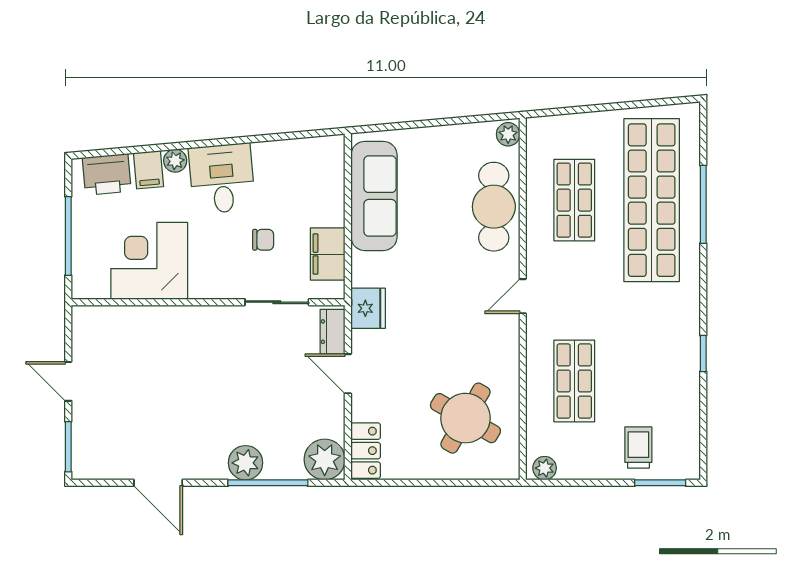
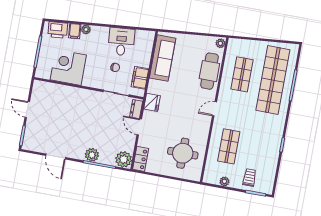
desk: (222, 179) -> (121, 42), moved
round table: (465, 418) -> (183, 153), turned -30
plant: (545, 468) -> (224, 181), moved

